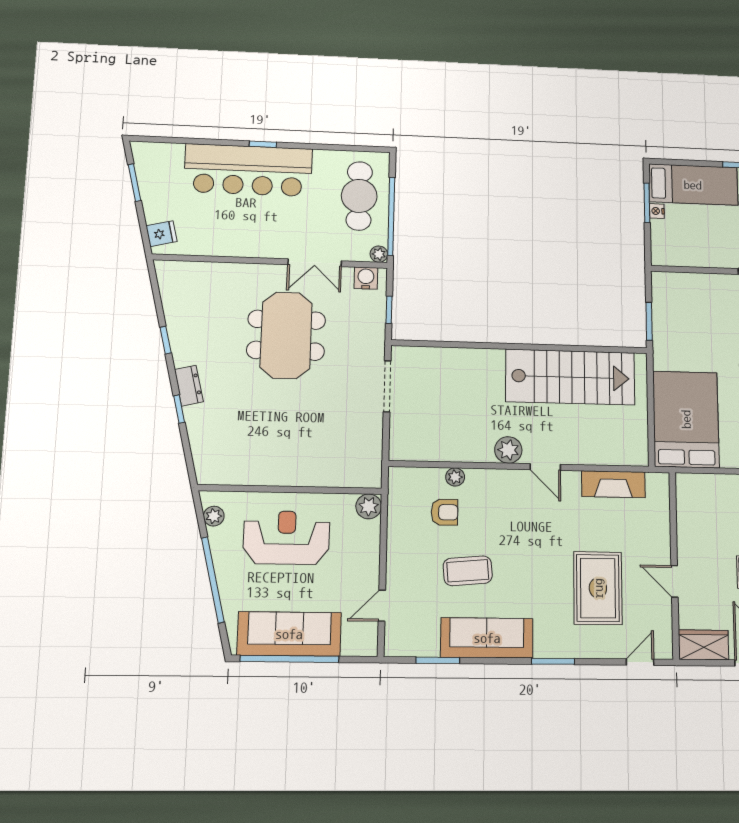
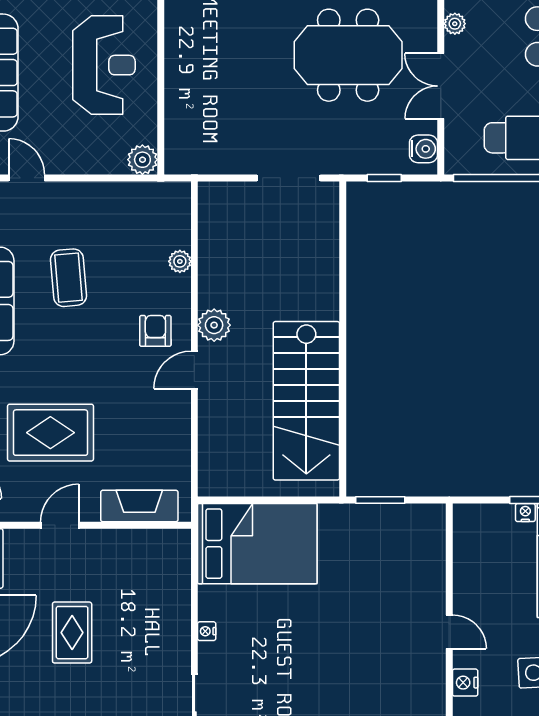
plant: (379, 254) -> (455, 24), moved
fireplace: (613, 484) -> (139, 506), moved, turned 90
armchair: (445, 512) -> (155, 331), moved, turned 180

